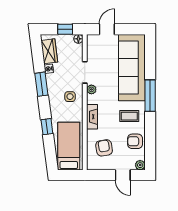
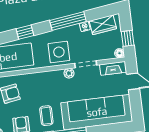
window: (41, 84) -> (68, 21), width x1.44
side table: (70, 97) -> (59, 52), width x1.87, depth x1.87
fireplace: (92, 117) -> (113, 68), moved

